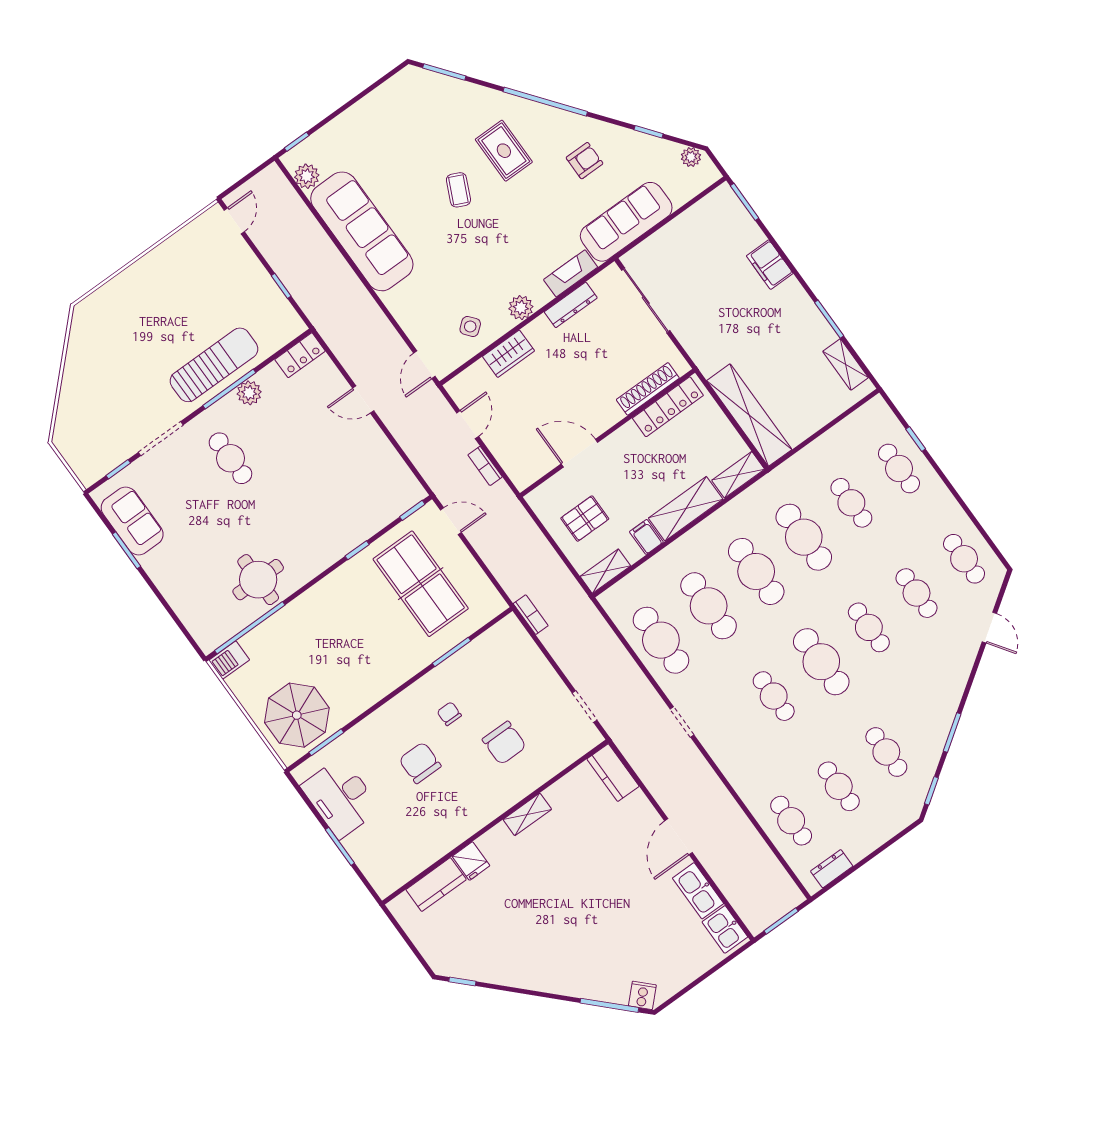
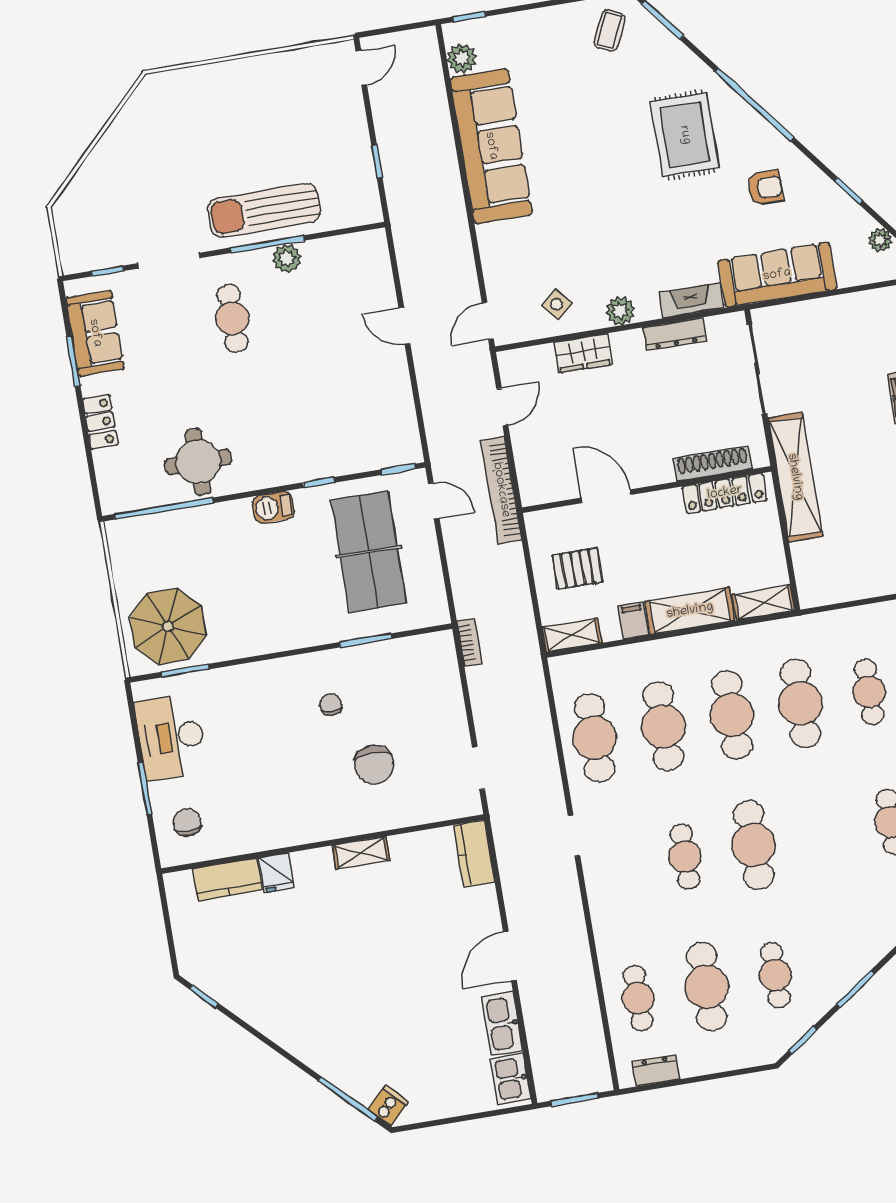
rug: (504, 151) -> (685, 135), width x1.36, depth x1.43
coffee table: (458, 190) -> (609, 30), moved
locker: (300, 355) -> (100, 422), moved, turned -90
sun lounger: (214, 365) -> (264, 210), turned 180
shelving: (749, 415) -> (795, 477), moved
bookcase: (485, 466) -> (501, 490), width x2.31, depth x1.31
cafe table: (869, 627) -> (822, 833), removed
barbecue: (229, 660) -> (273, 507), moved
chair: (420, 763) -> (187, 823), moved, width x0.73, depth x0.73
cafe table: (839, 786) -> (707, 987), width x1.37, depth x1.35

